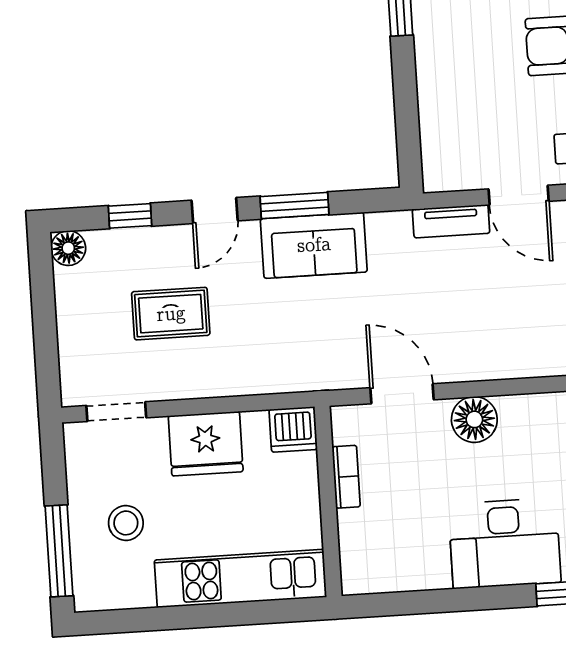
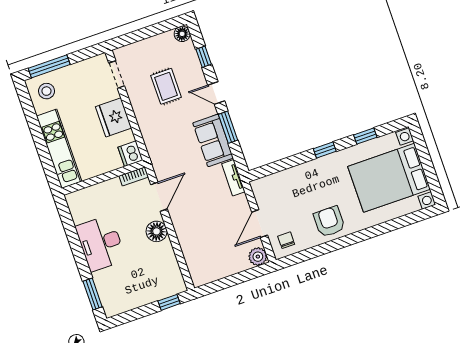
tv unit: (451, 221) -> (233, 178), moved
bookcase: (346, 477) -> (134, 176), moved
stool: (126, 523) -> (46, 91), moved
desk: (505, 543) -> (101, 243), moved

